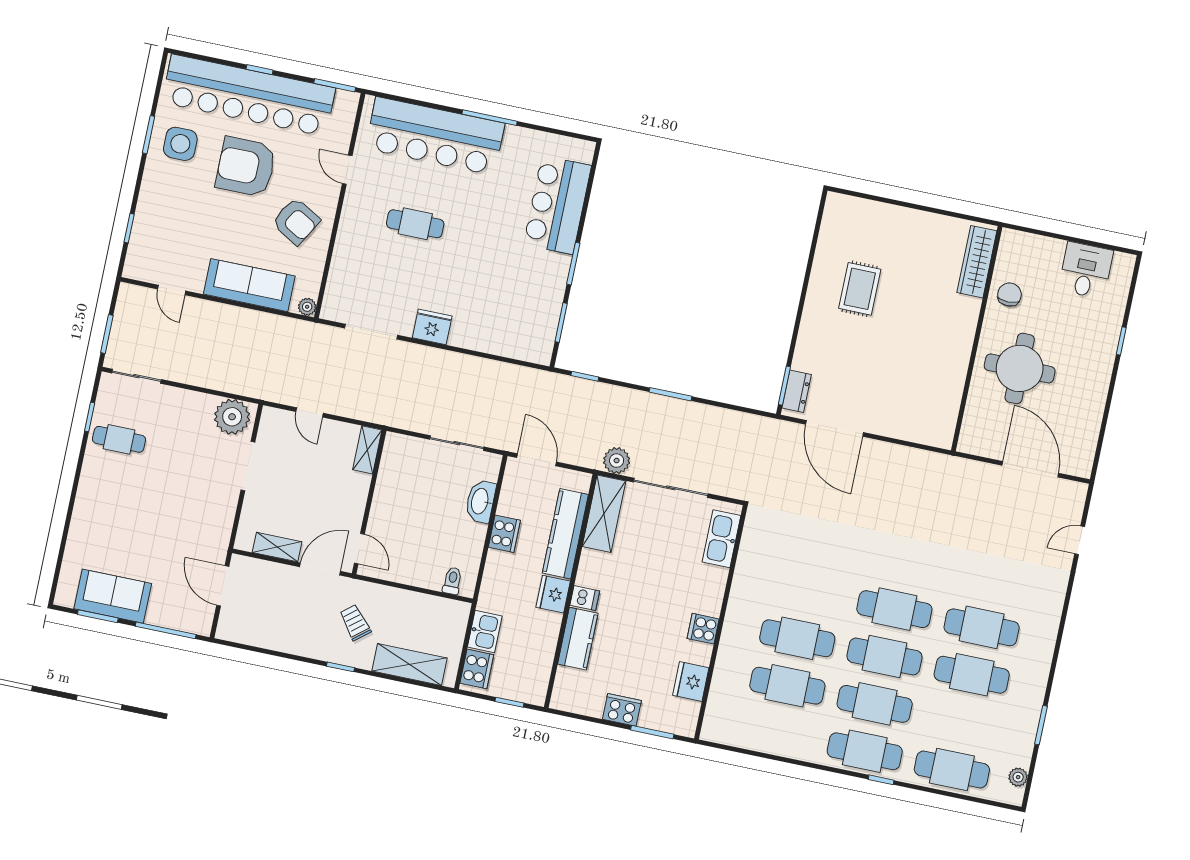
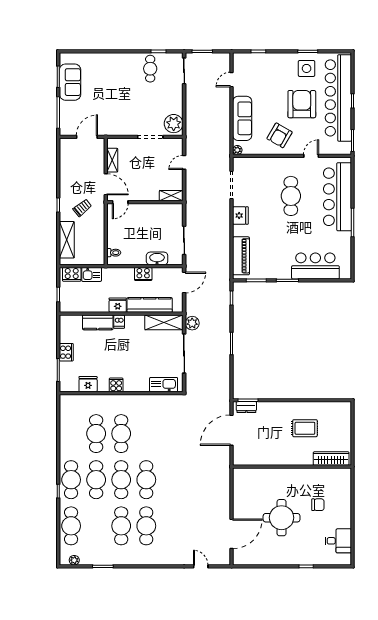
cafe table: (415, 224) -> (291, 196), width x1.37, depth x1.35
wardrobe: (977, 262) -> (331, 459), moved
wall: (977, 339) -> (292, 467), moved
piano: (509, 342) -> (241, 256), added

